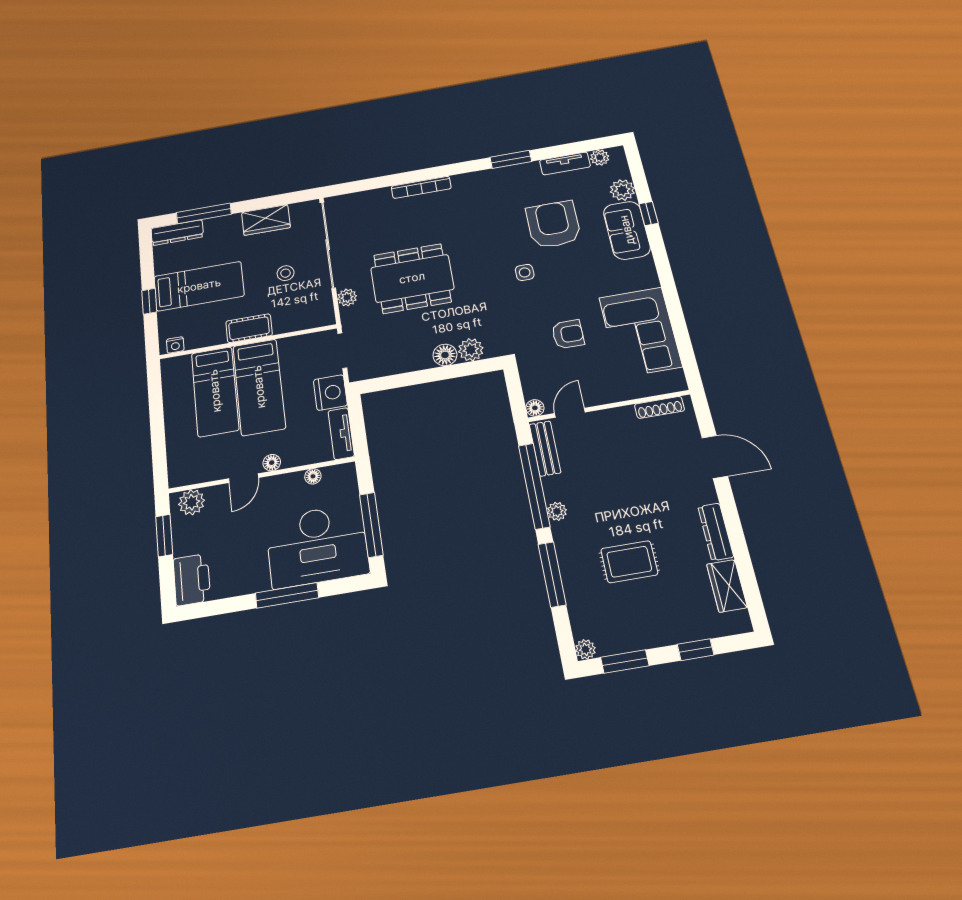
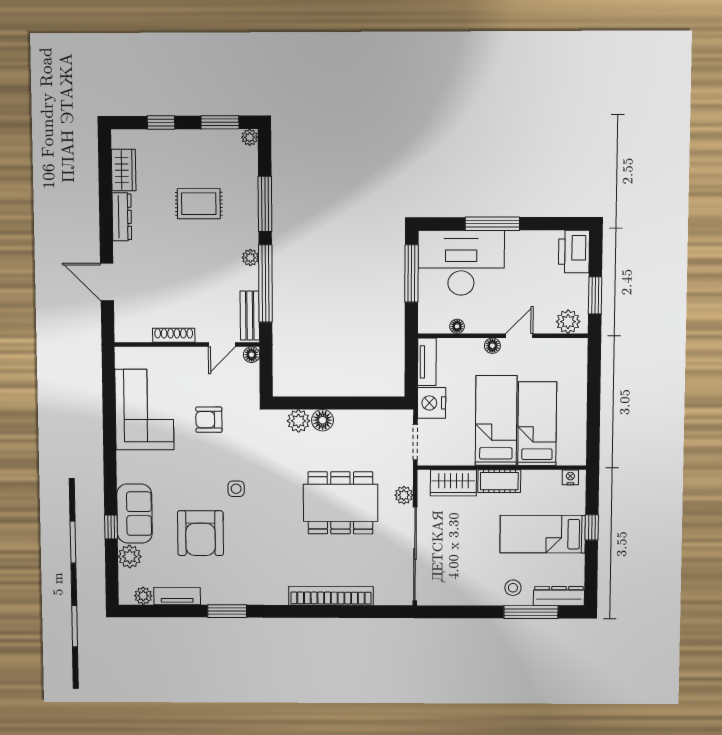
bookcase: (421, 187) -> (331, 596), width x1.48, depth x1.31
wardrobe: (266, 220) -> (453, 483), moved, turned 180
stool: (286, 273) -> (513, 588), moved
shoe rack: (660, 407) -> (174, 335), moved

